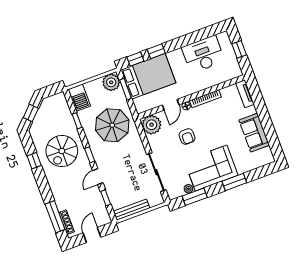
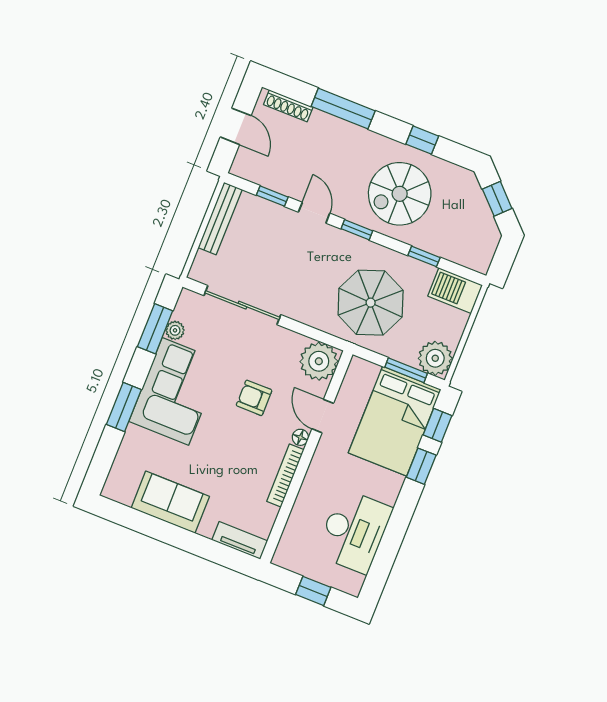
spiral stairs: (62, 151) -> (400, 194), turned -90
window: (55, 217) -> (343, 109), moved

